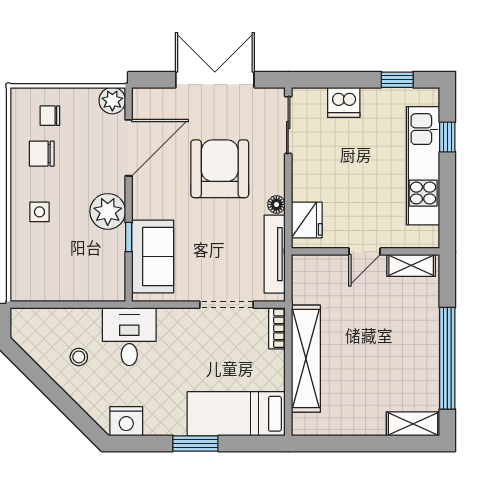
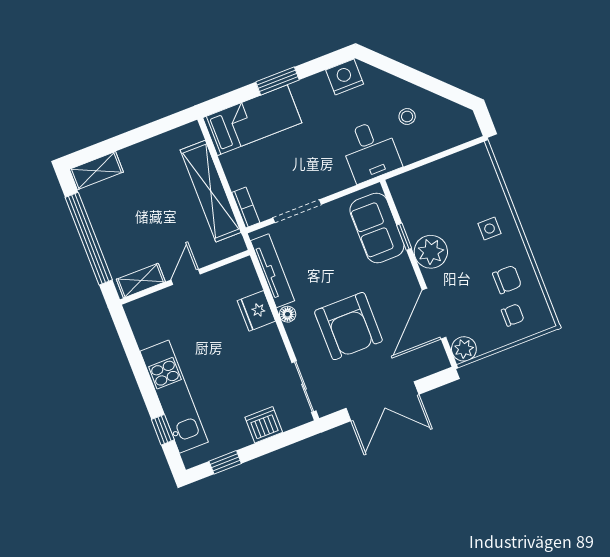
door: (365, 251) -> (186, 277), moved
wall: (365, 251) -> (185, 277), moved
shelving: (411, 265) -> (141, 281), moved

